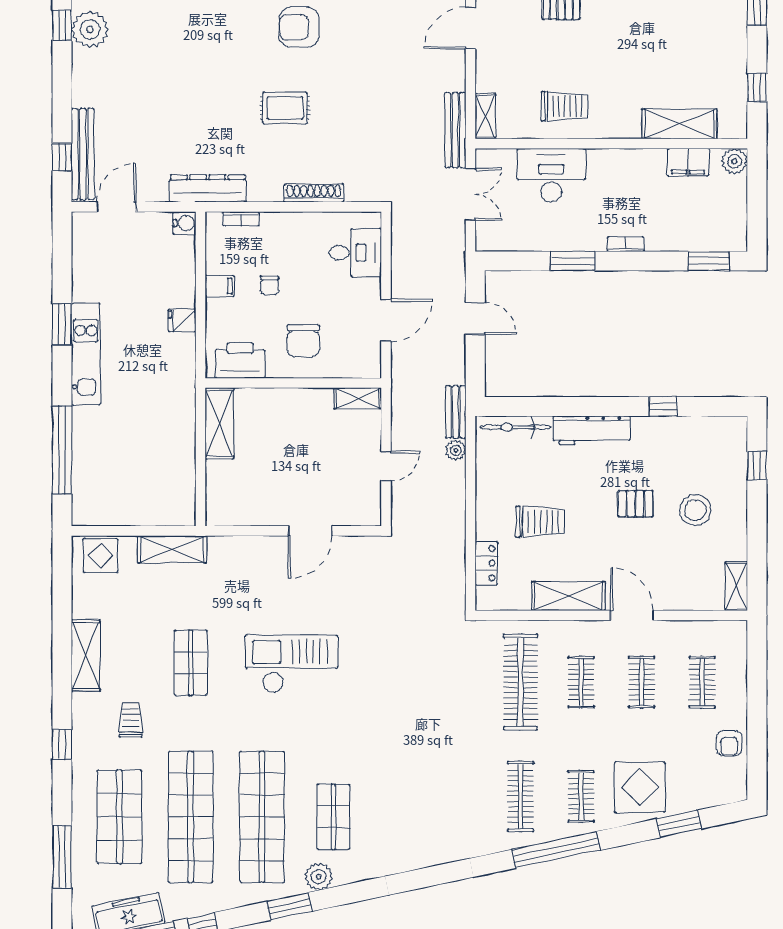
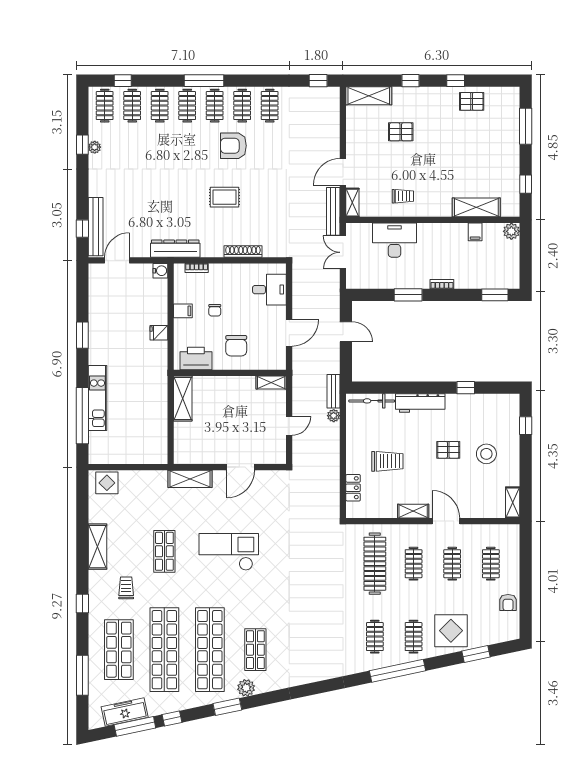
door: (471, 28) -> (343, 172), moved
plant: (90, 29) -> (95, 147), width x0.53, depth x0.53
trolley: (564, 106) -> (403, 196), width x0.73, depth x0.72
filing cabinet: (688, 162) -> (475, 232), width x0.50
double door: (471, 194) -> (343, 252), swing flipped
kitchen unit: (86, 354) -> (97, 398), moved
shelving: (172, 549) -> (190, 479), moved
shelving: (568, 596) -> (413, 511), width x0.67, depth x0.75
clothes rail: (520, 796) -> (375, 637), width x0.73

